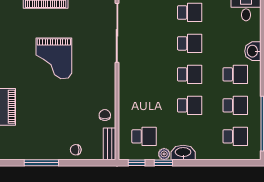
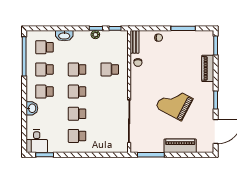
grand piano: (54, 58) -> (174, 103), turned -62
school desk: (144, 136) -> (110, 69), moved
washbasin: (183, 152) -> (64, 36), moved

